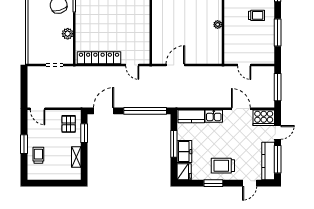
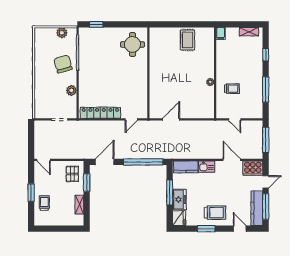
trolley: (257, 15) -> (232, 89), moved
door: (132, 65) -> (131, 119), hinge flipped
trolley: (223, 166) -> (215, 213), turned 180
door: (250, 183) -> (240, 229), swing flipped

